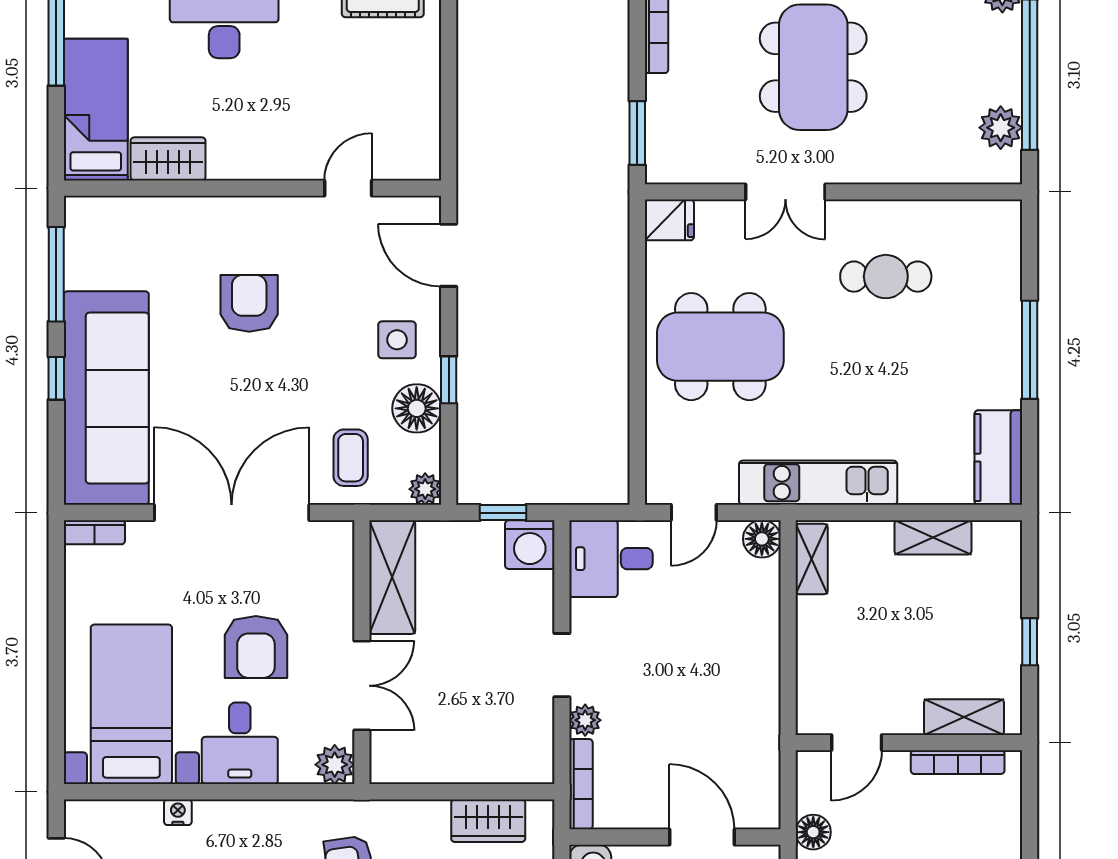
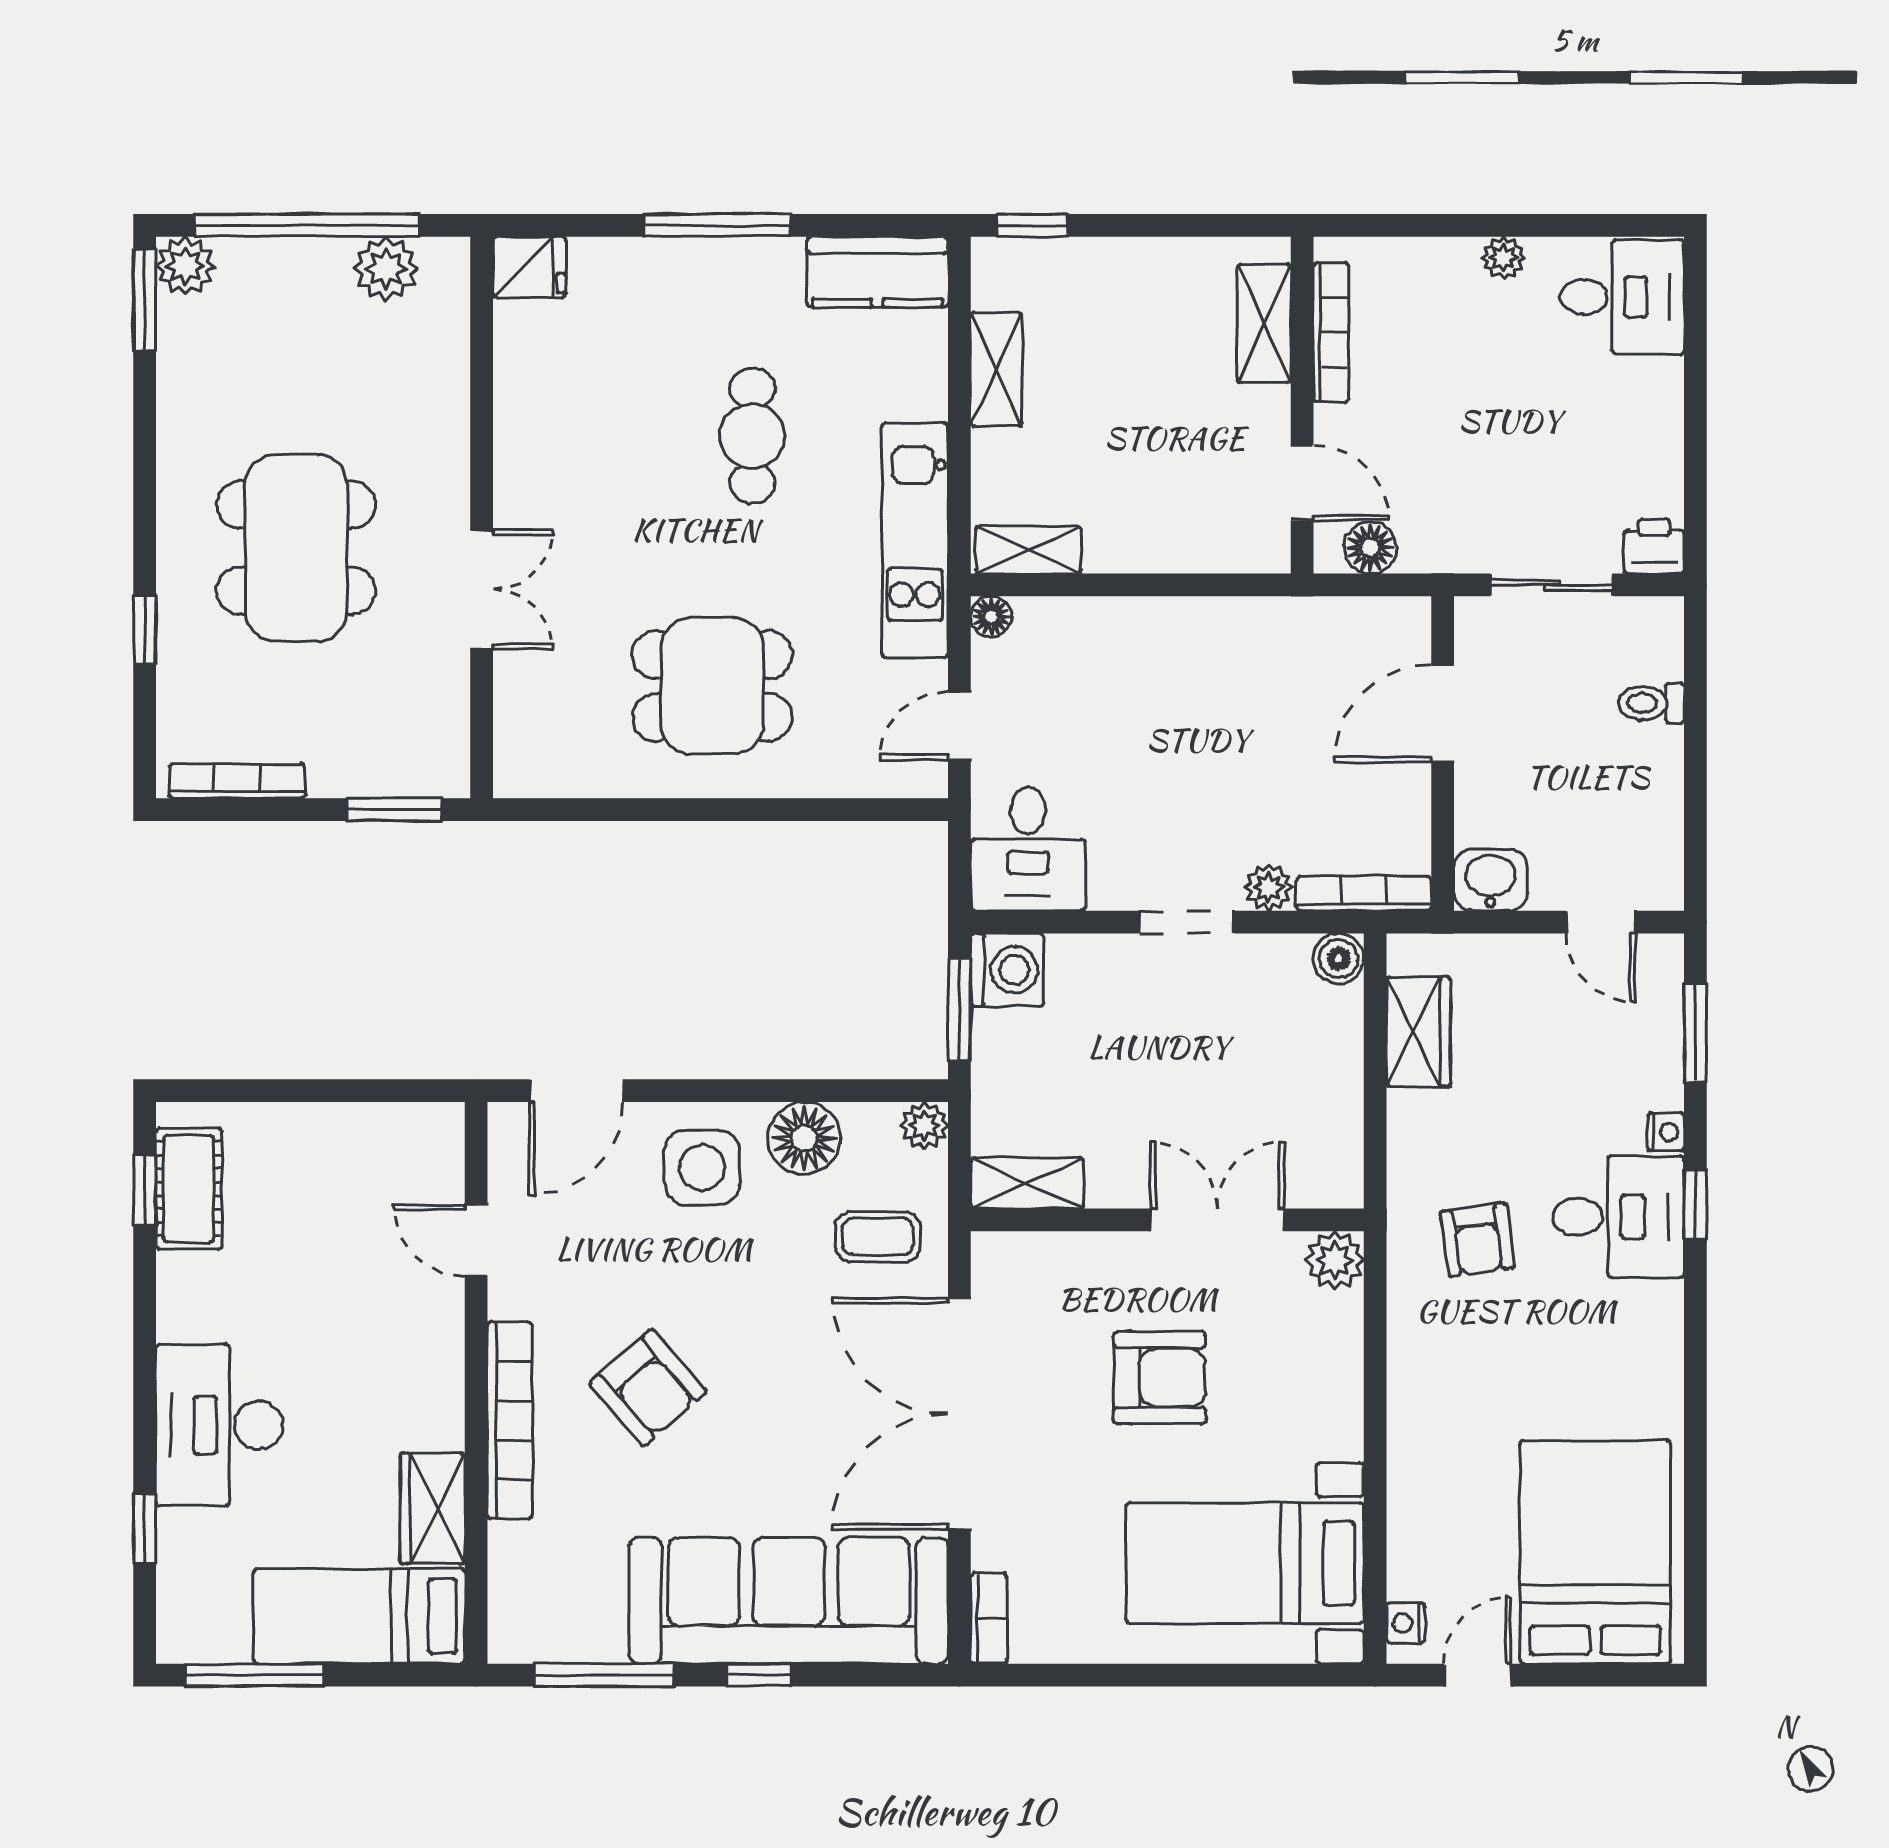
dining table: (813, 67) -> (296, 548), turned 90
bookcase: (227, 211) -> (510, 1420), added
fridge: (669, 220) -> (529, 267), moved, turned 90
cafe table: (886, 277) -> (752, 436), moved
armchair: (249, 303) -> (648, 1388), turned -131
side table: (397, 340) -> (702, 1168), width x1.37, depth x1.37
dining table: (720, 347) -> (712, 686), width x0.73
window: (449, 380) -> (762, 1091), removed
window: (503, 513) -> (959, 1010), width x1.50
door: (694, 513) -> (959, 726), swing flipped
floor lamp: (762, 539) -> (991, 617), width x0.73, depth x0.73
shelving: (392, 577) -> (1027, 1183), width x0.67, depth x0.75
window: (1030, 642) -> (1032, 225), moved
desk: (240, 743) -> (1303, 1402), removed
boiler: (537, 767) -> (1339, 959), added
nightstand: (178, 812) -> (1406, 1623), moved
floor lamp: (813, 832) -> (1370, 548), moved

